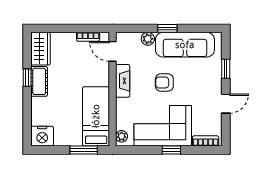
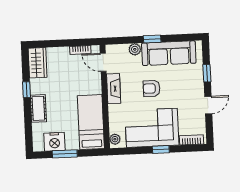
cot: (39, 81) -> (38, 108), moved
nightstand: (42, 136) -> (54, 142), moved
window: (84, 150) -> (65, 154), moved

